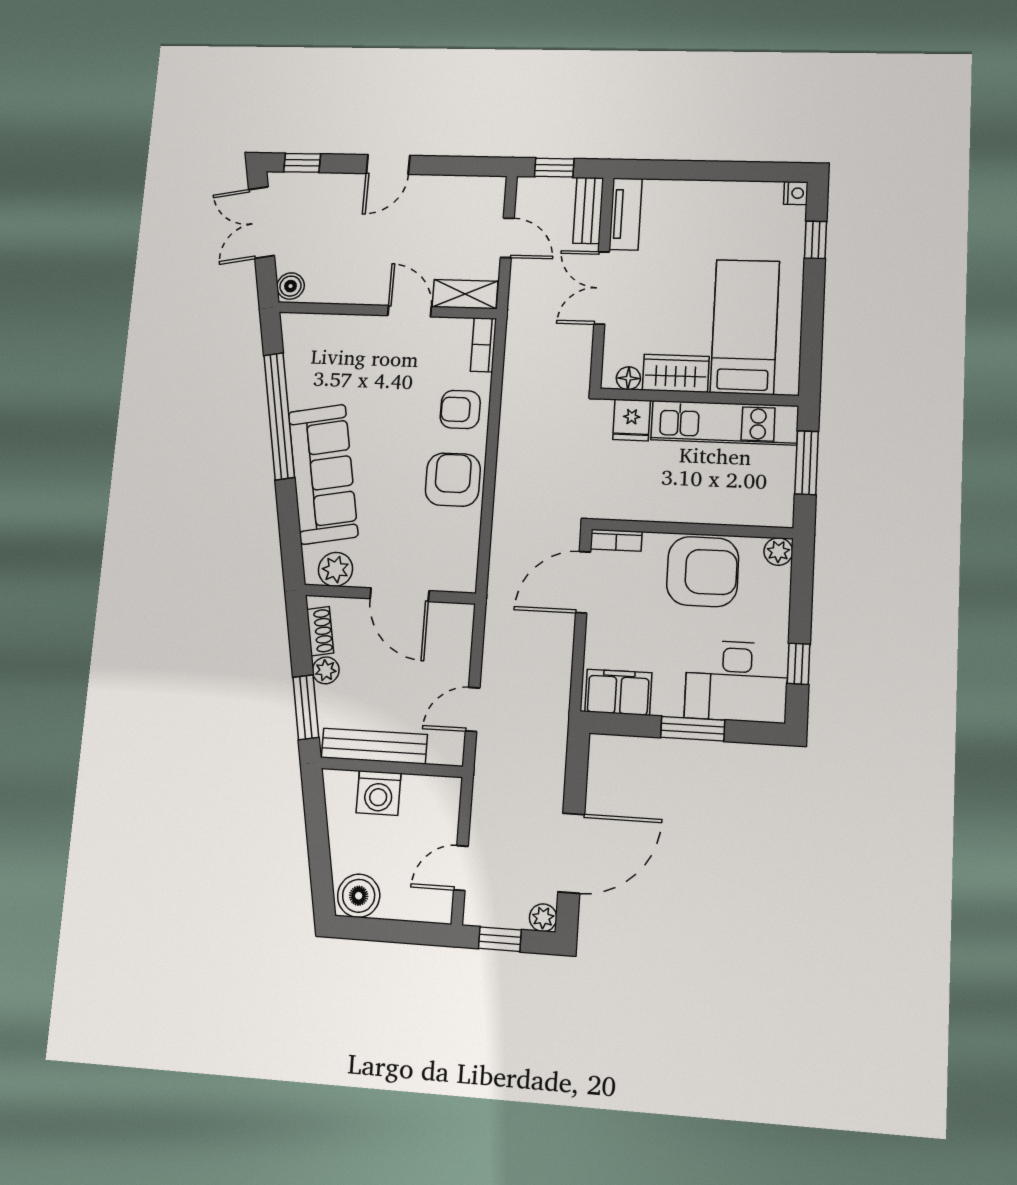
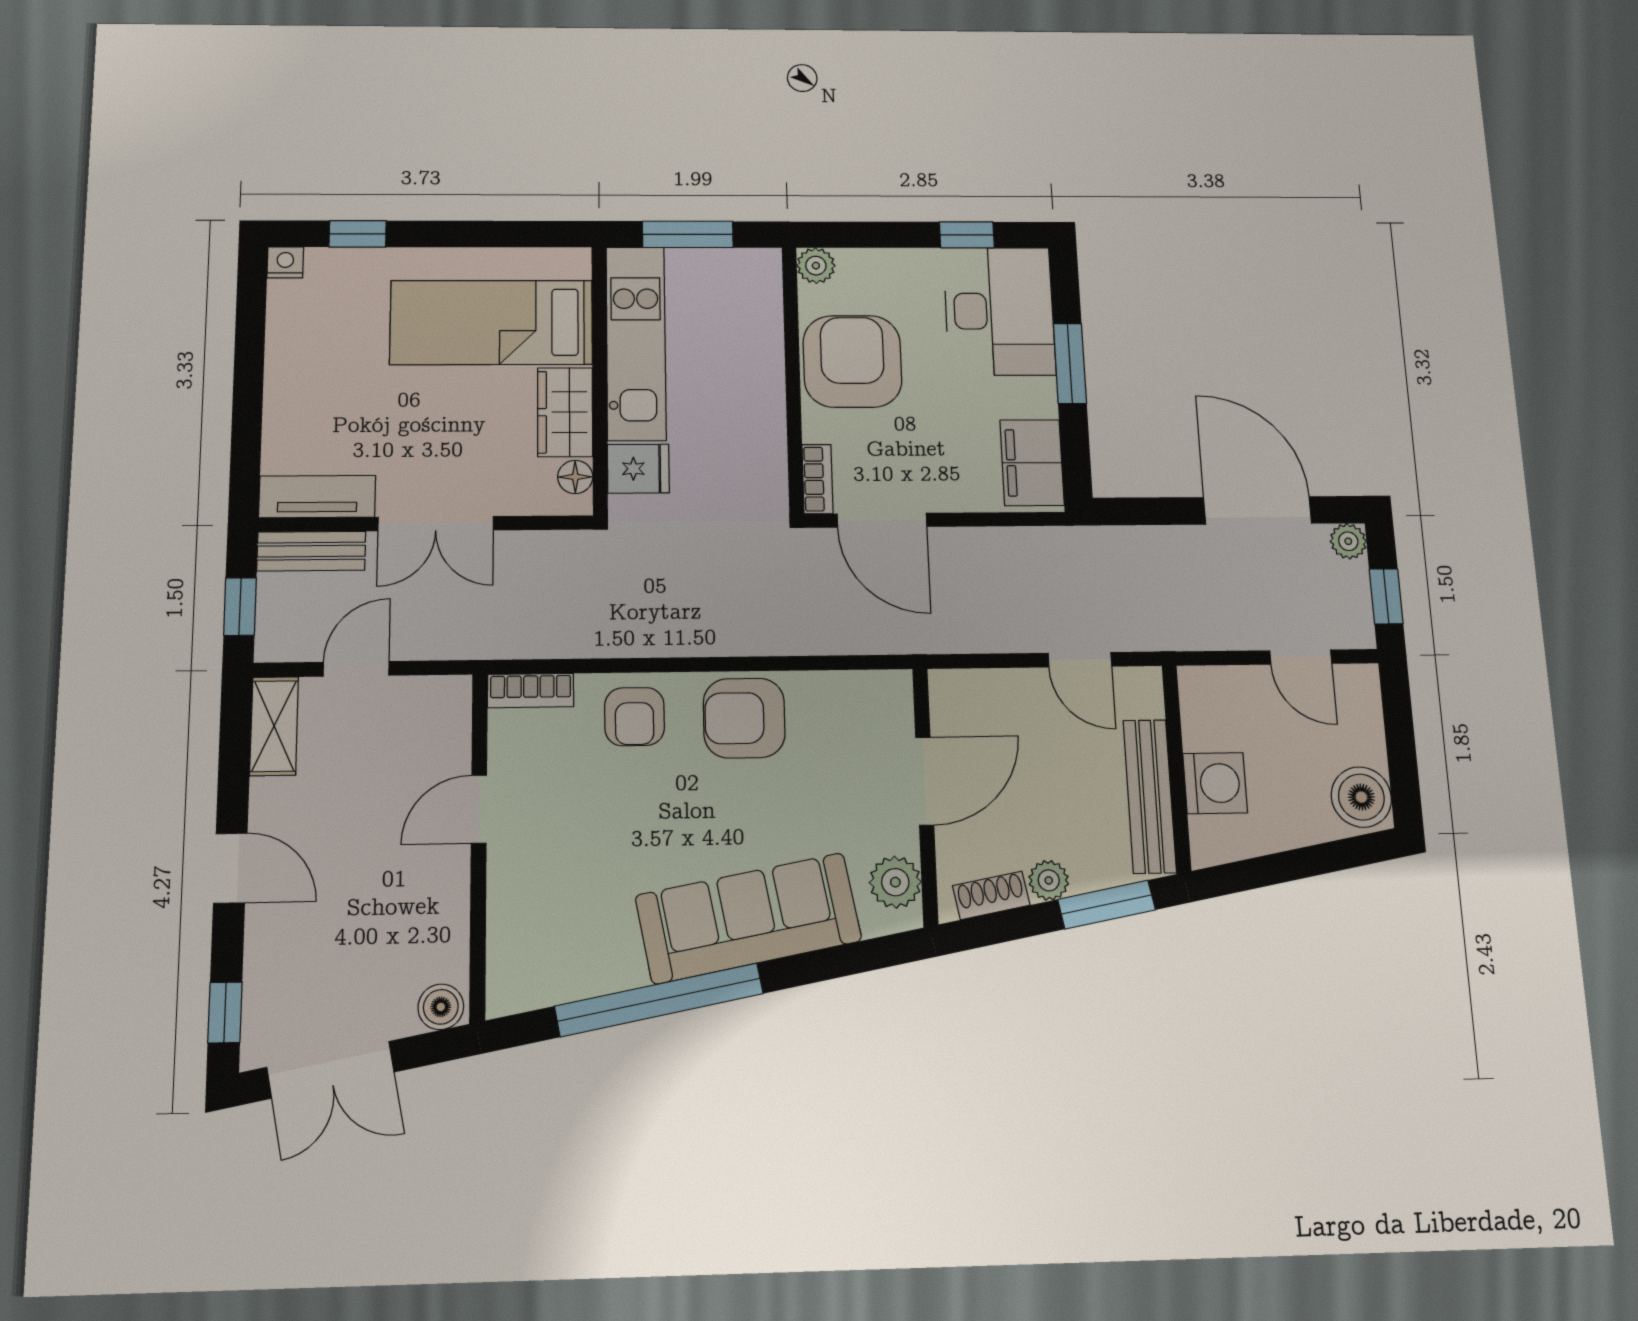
shelving: (465, 294) -> (274, 726), moved

